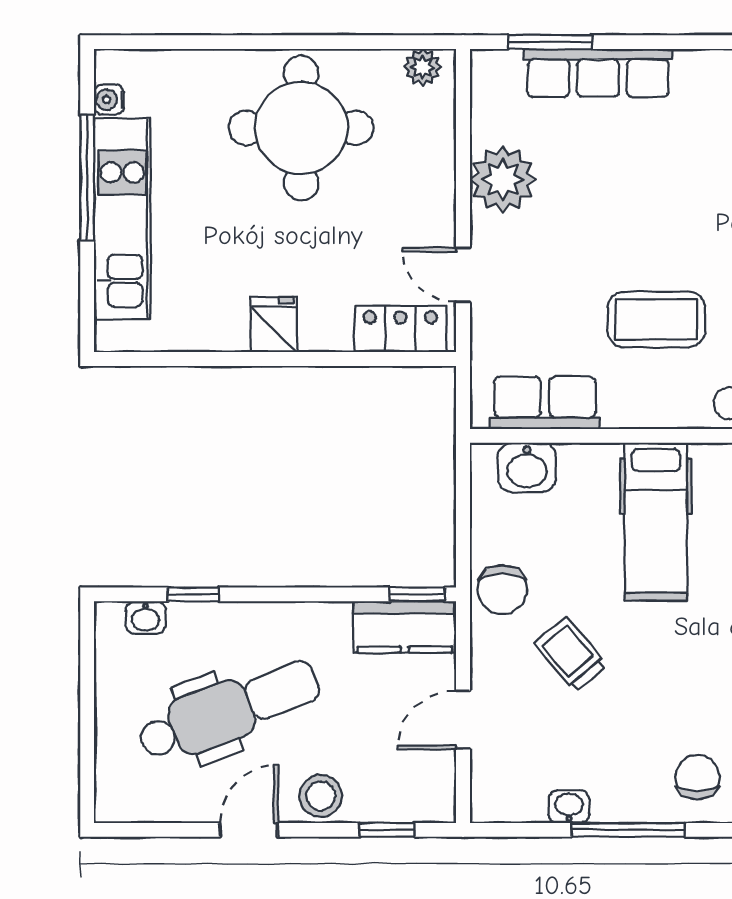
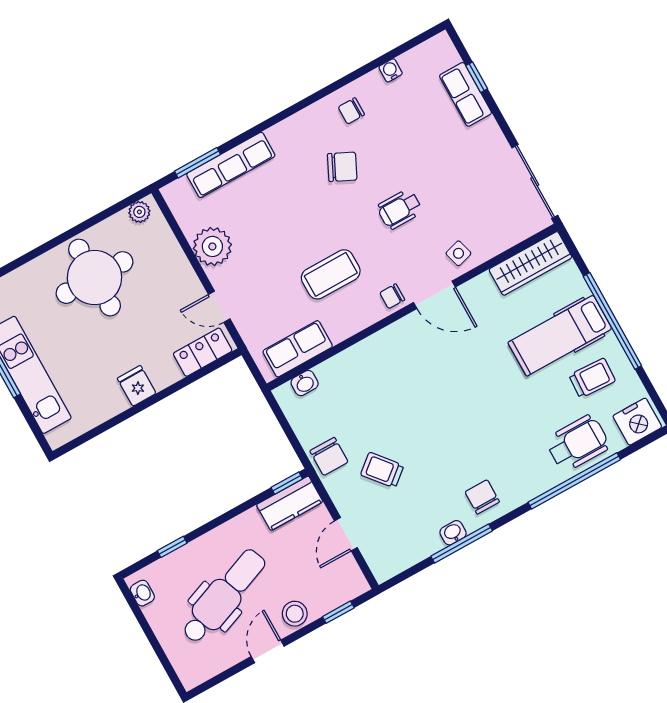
washbasin: (527, 467) -> (305, 383), width x0.72, depth x0.69
hospital bed: (656, 522) -> (388, 378), removed
washbasin: (146, 617) -> (142, 593), moved, turned -90
washbasin: (569, 807) -> (453, 533), moved

